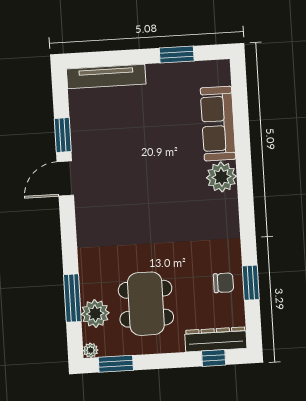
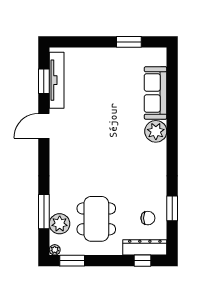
tv unit: (106, 77) -> (57, 80), moved, turned -90
window: (63, 135) -> (44, 81), moved
chair: (223, 283) -> (148, 218), moved

